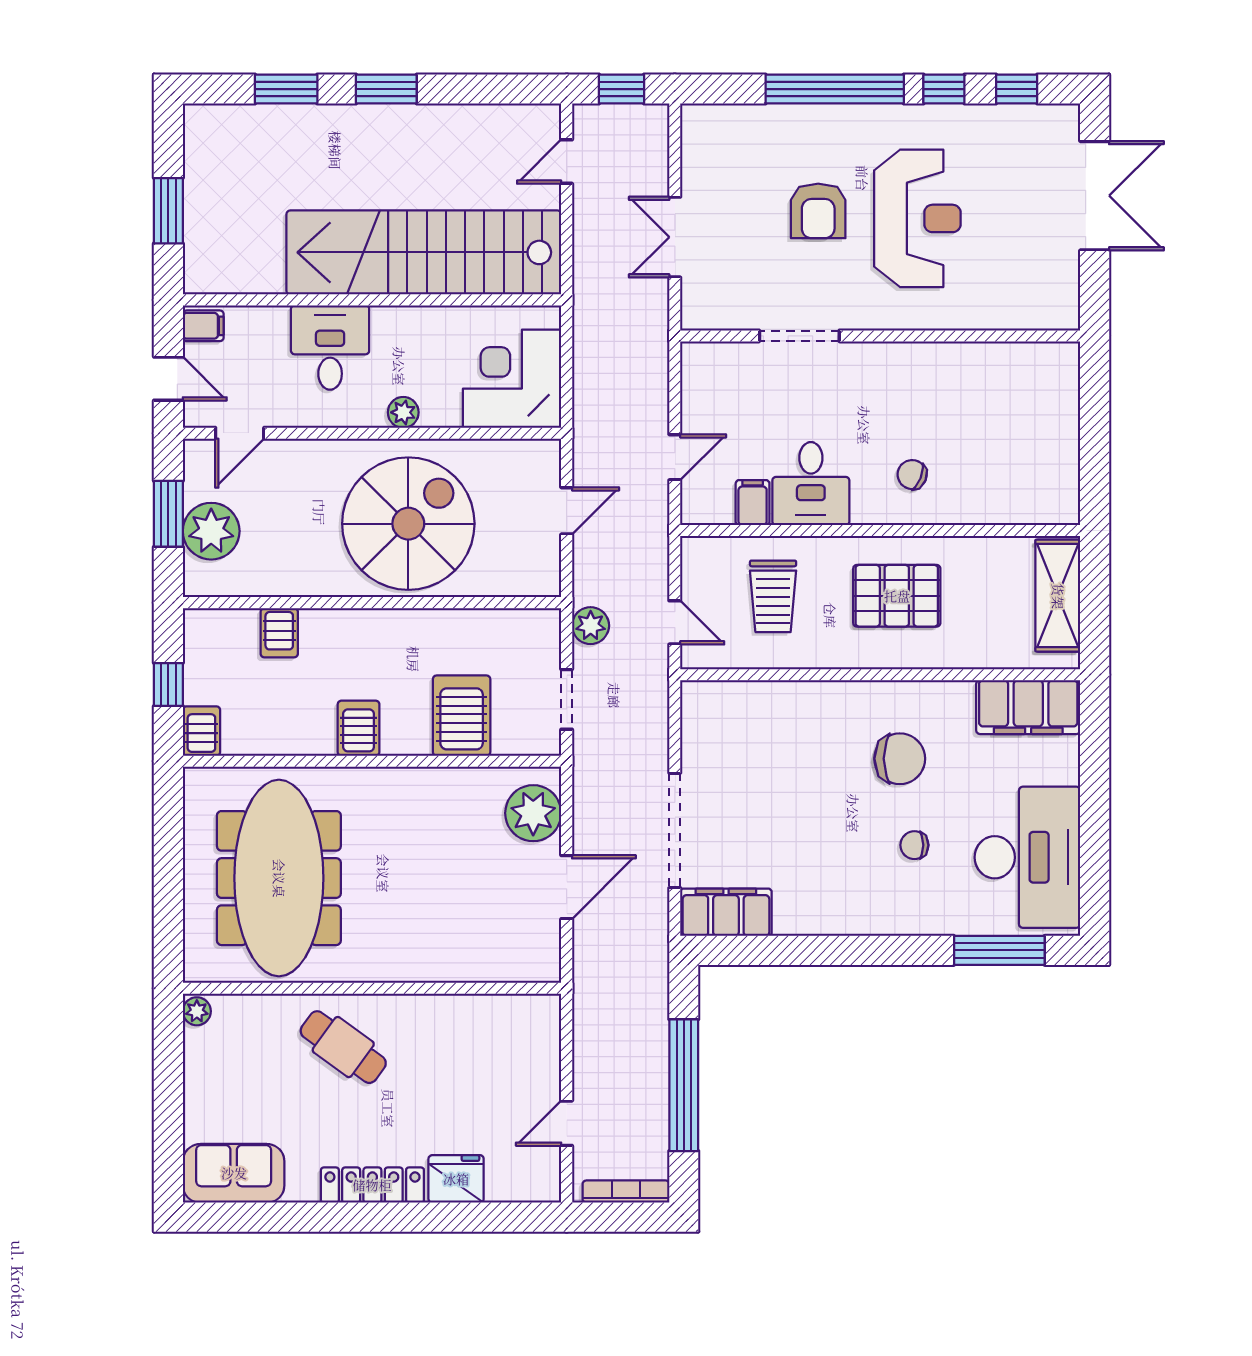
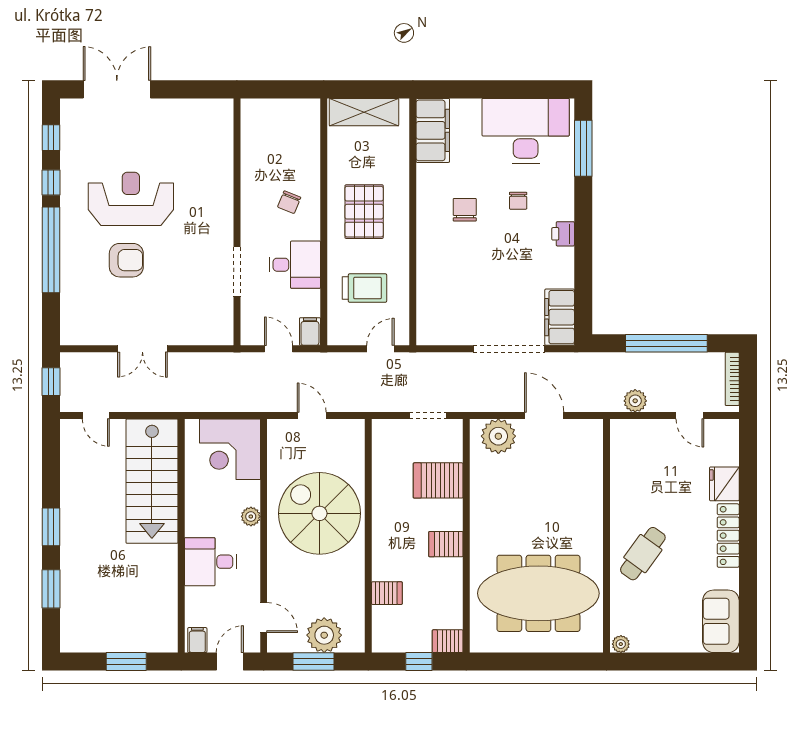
stairs: (424, 252) -> (152, 481), width x0.73
doorway: (799, 336) -> (237, 272), moved
wall: (880, 336) -> (237, 222), moved
filing cabinet: (753, 503) -> (310, 331), moved, turned 90
plant: (591, 626) -> (635, 401), moved
chair: (900, 759) -> (465, 210), width x0.73, depth x0.73
printer: (861, 918) -> (563, 234), added

